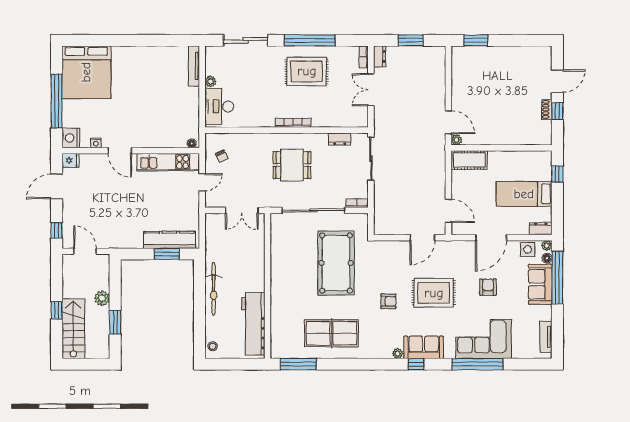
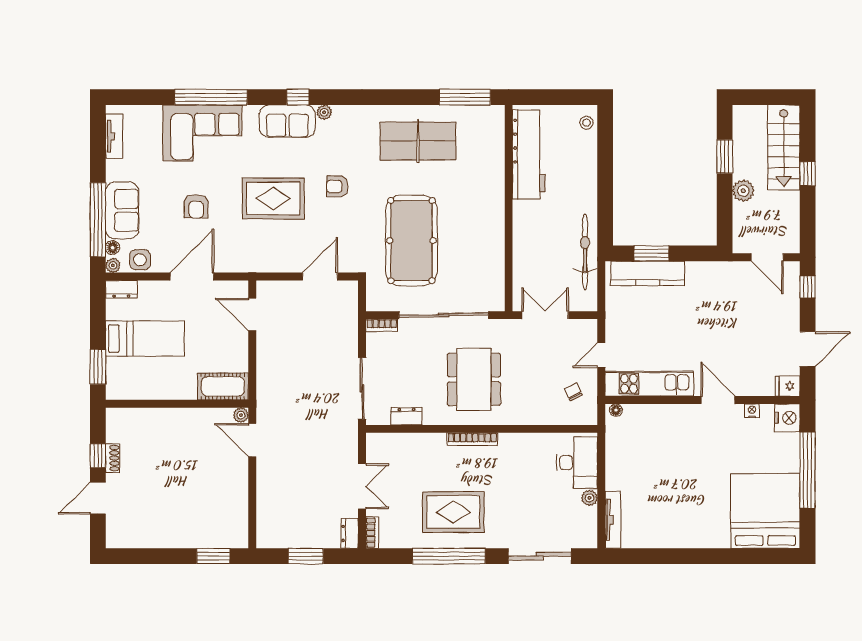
dining table: (292, 165) -> (474, 379), width x1.38
window: (557, 174) -> (98, 367), width x1.50
door: (422, 238) -> (320, 277), moved
bicycle: (214, 289) -> (585, 252), moved

